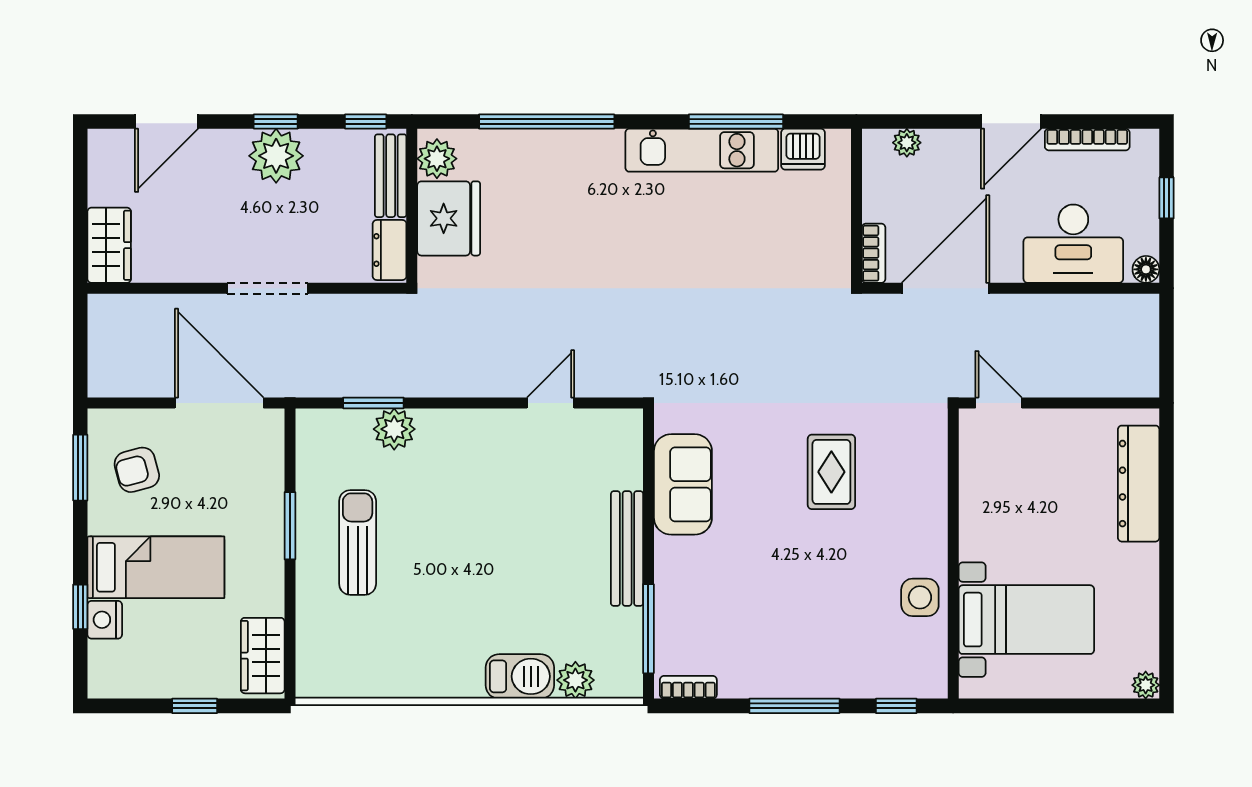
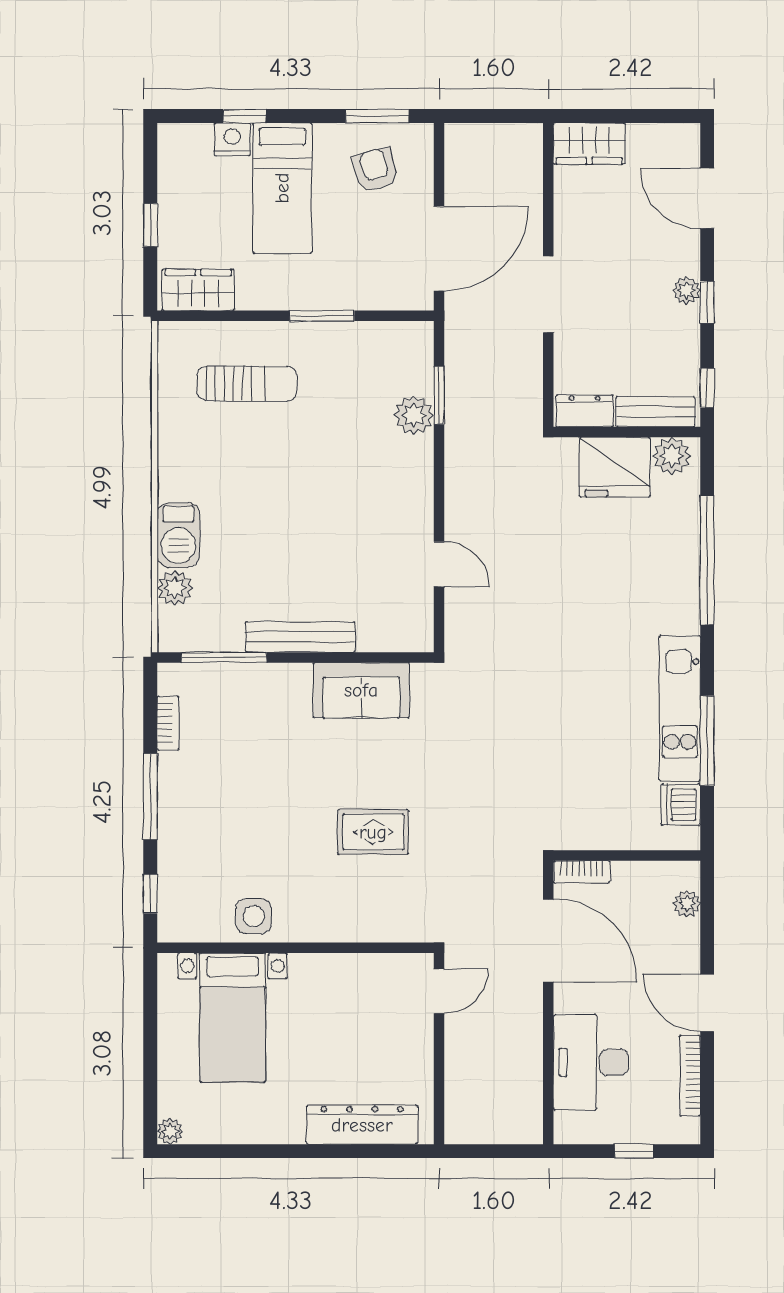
plant: (276, 156) -> (687, 291), width x0.53, depth x0.53
floor lamp: (1146, 269) -> (566, 1132), removed
sun lounger: (358, 542) -> (247, 383), moved
bookcase: (688, 687) -> (168, 723), moved

